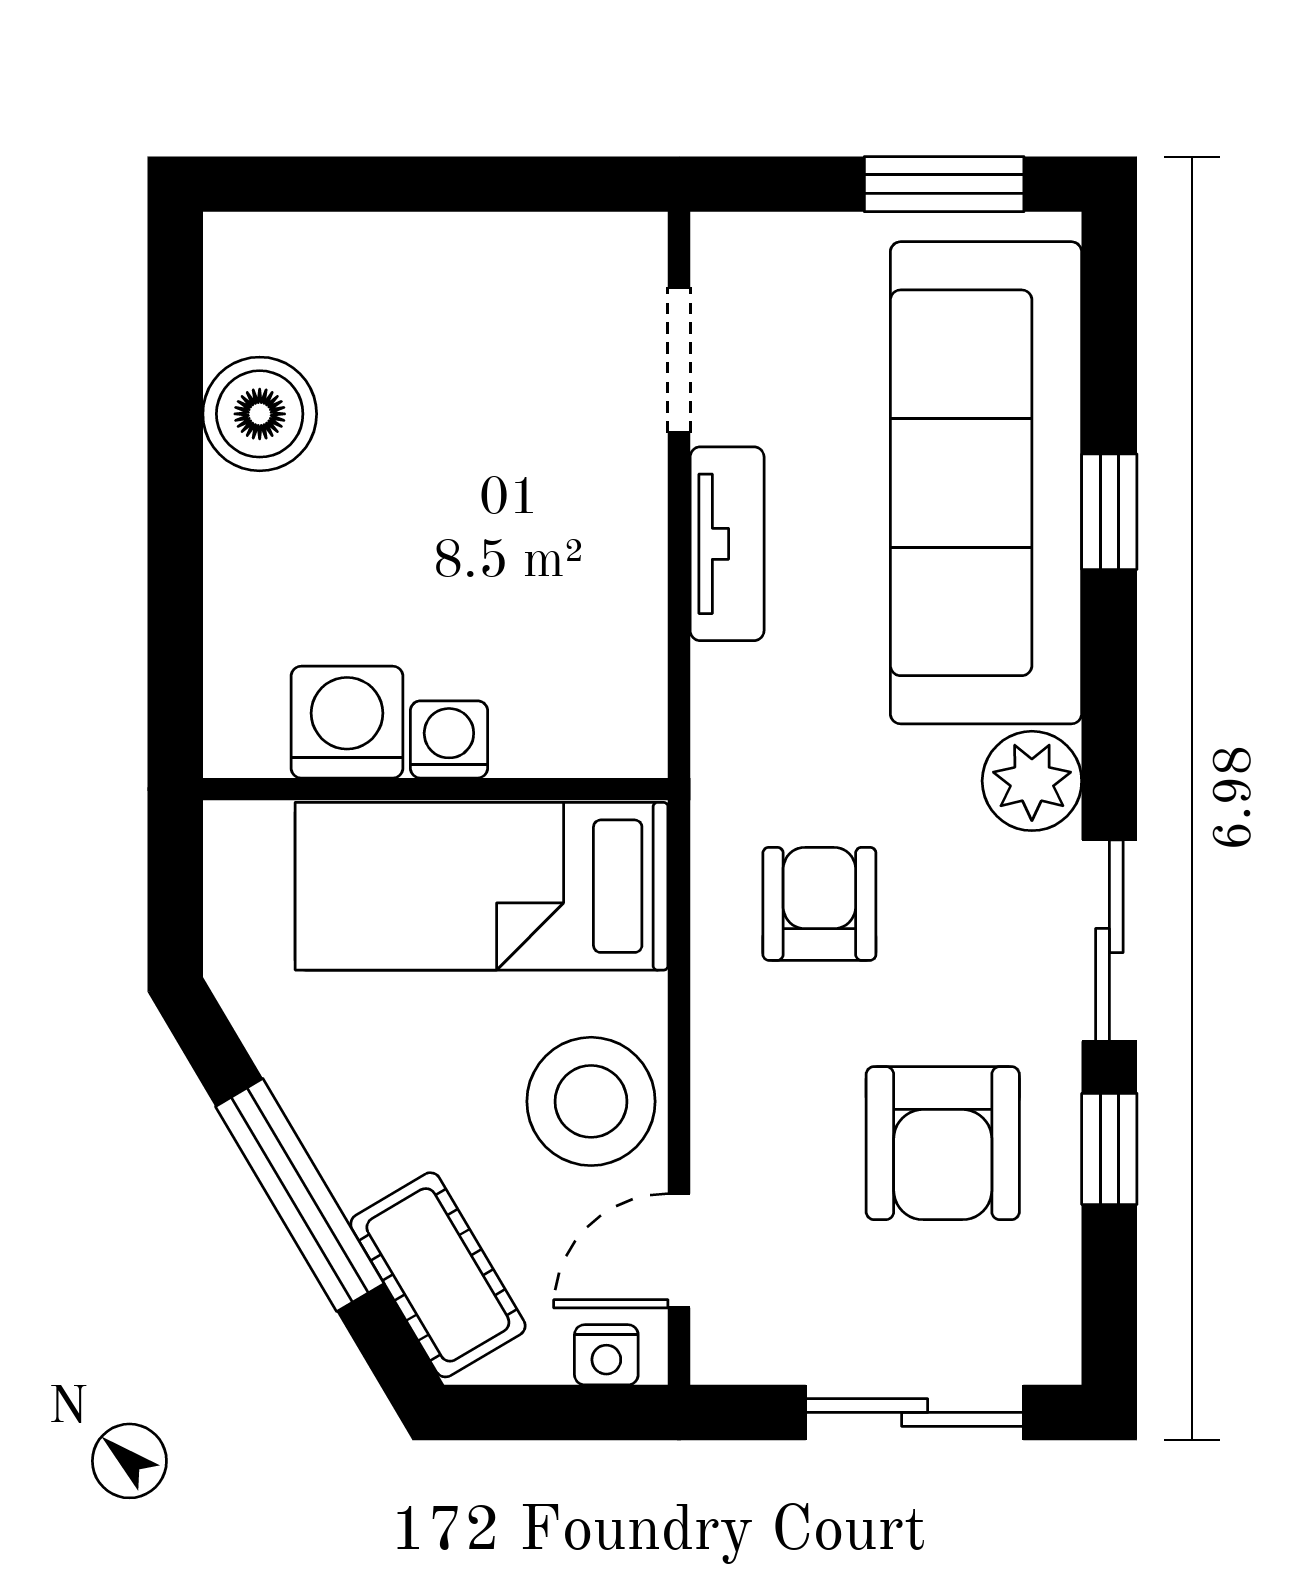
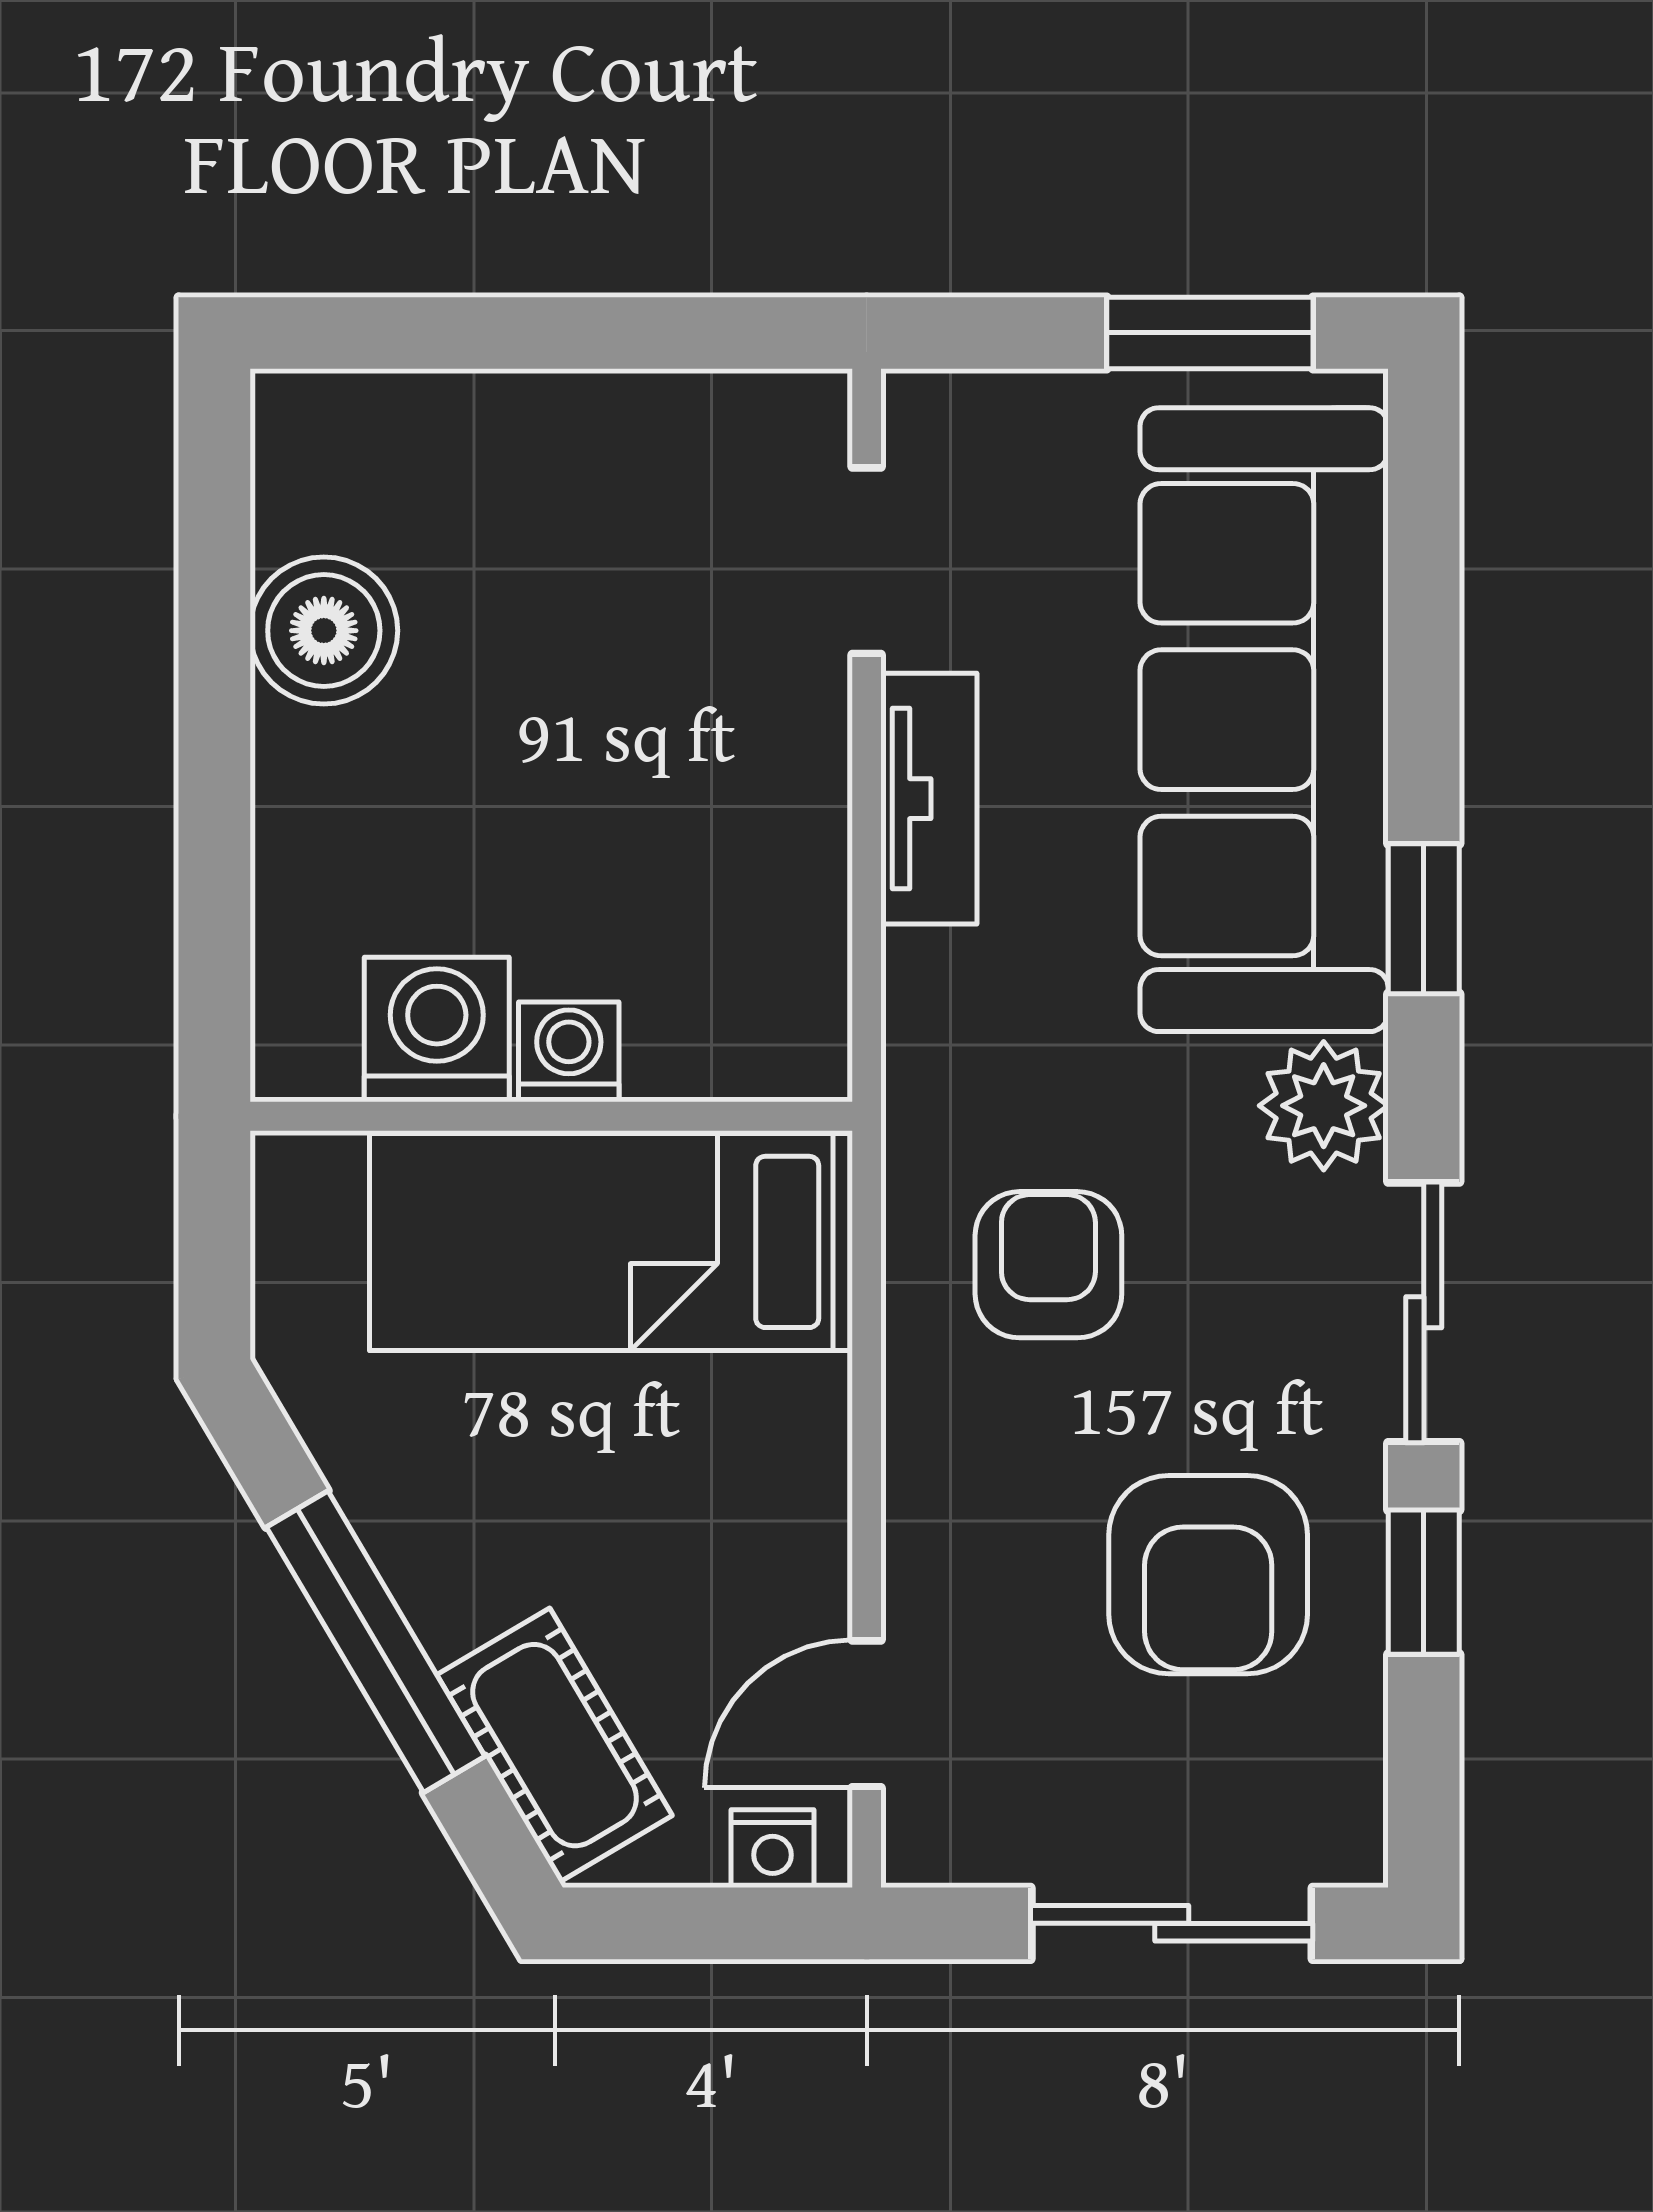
window: (1109, 512) -> (1424, 919), moved
stool: (591, 1101) -> (753, 1521), removed

